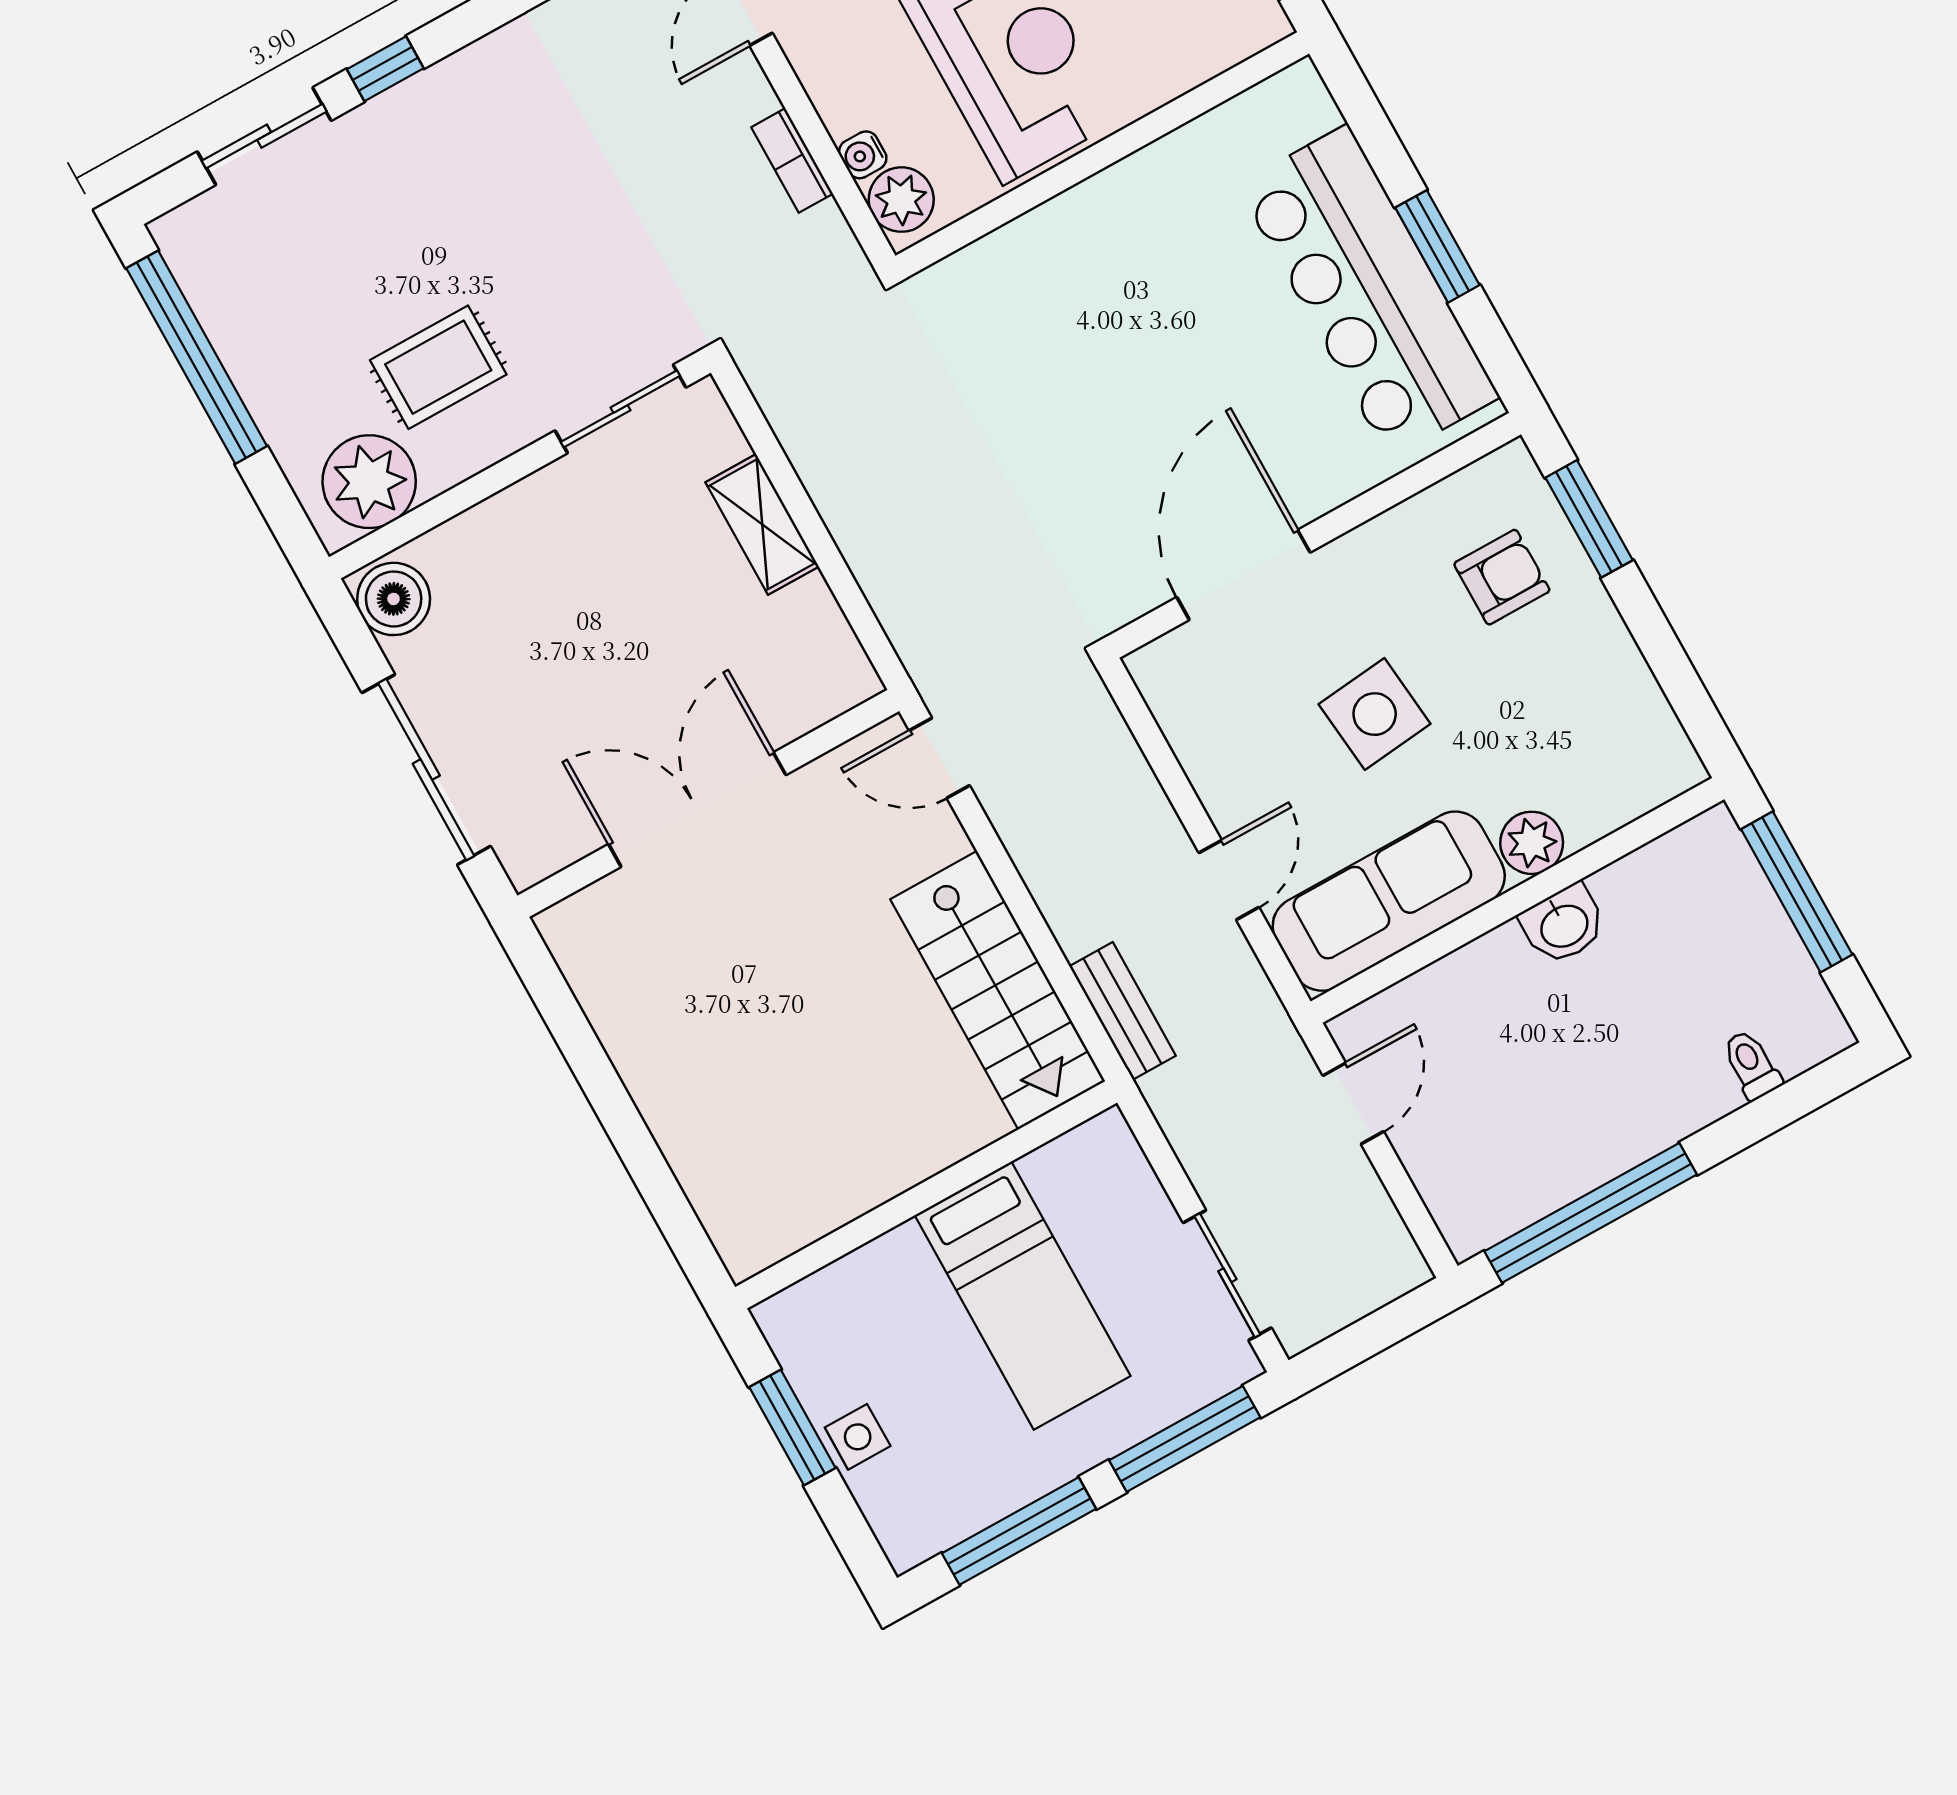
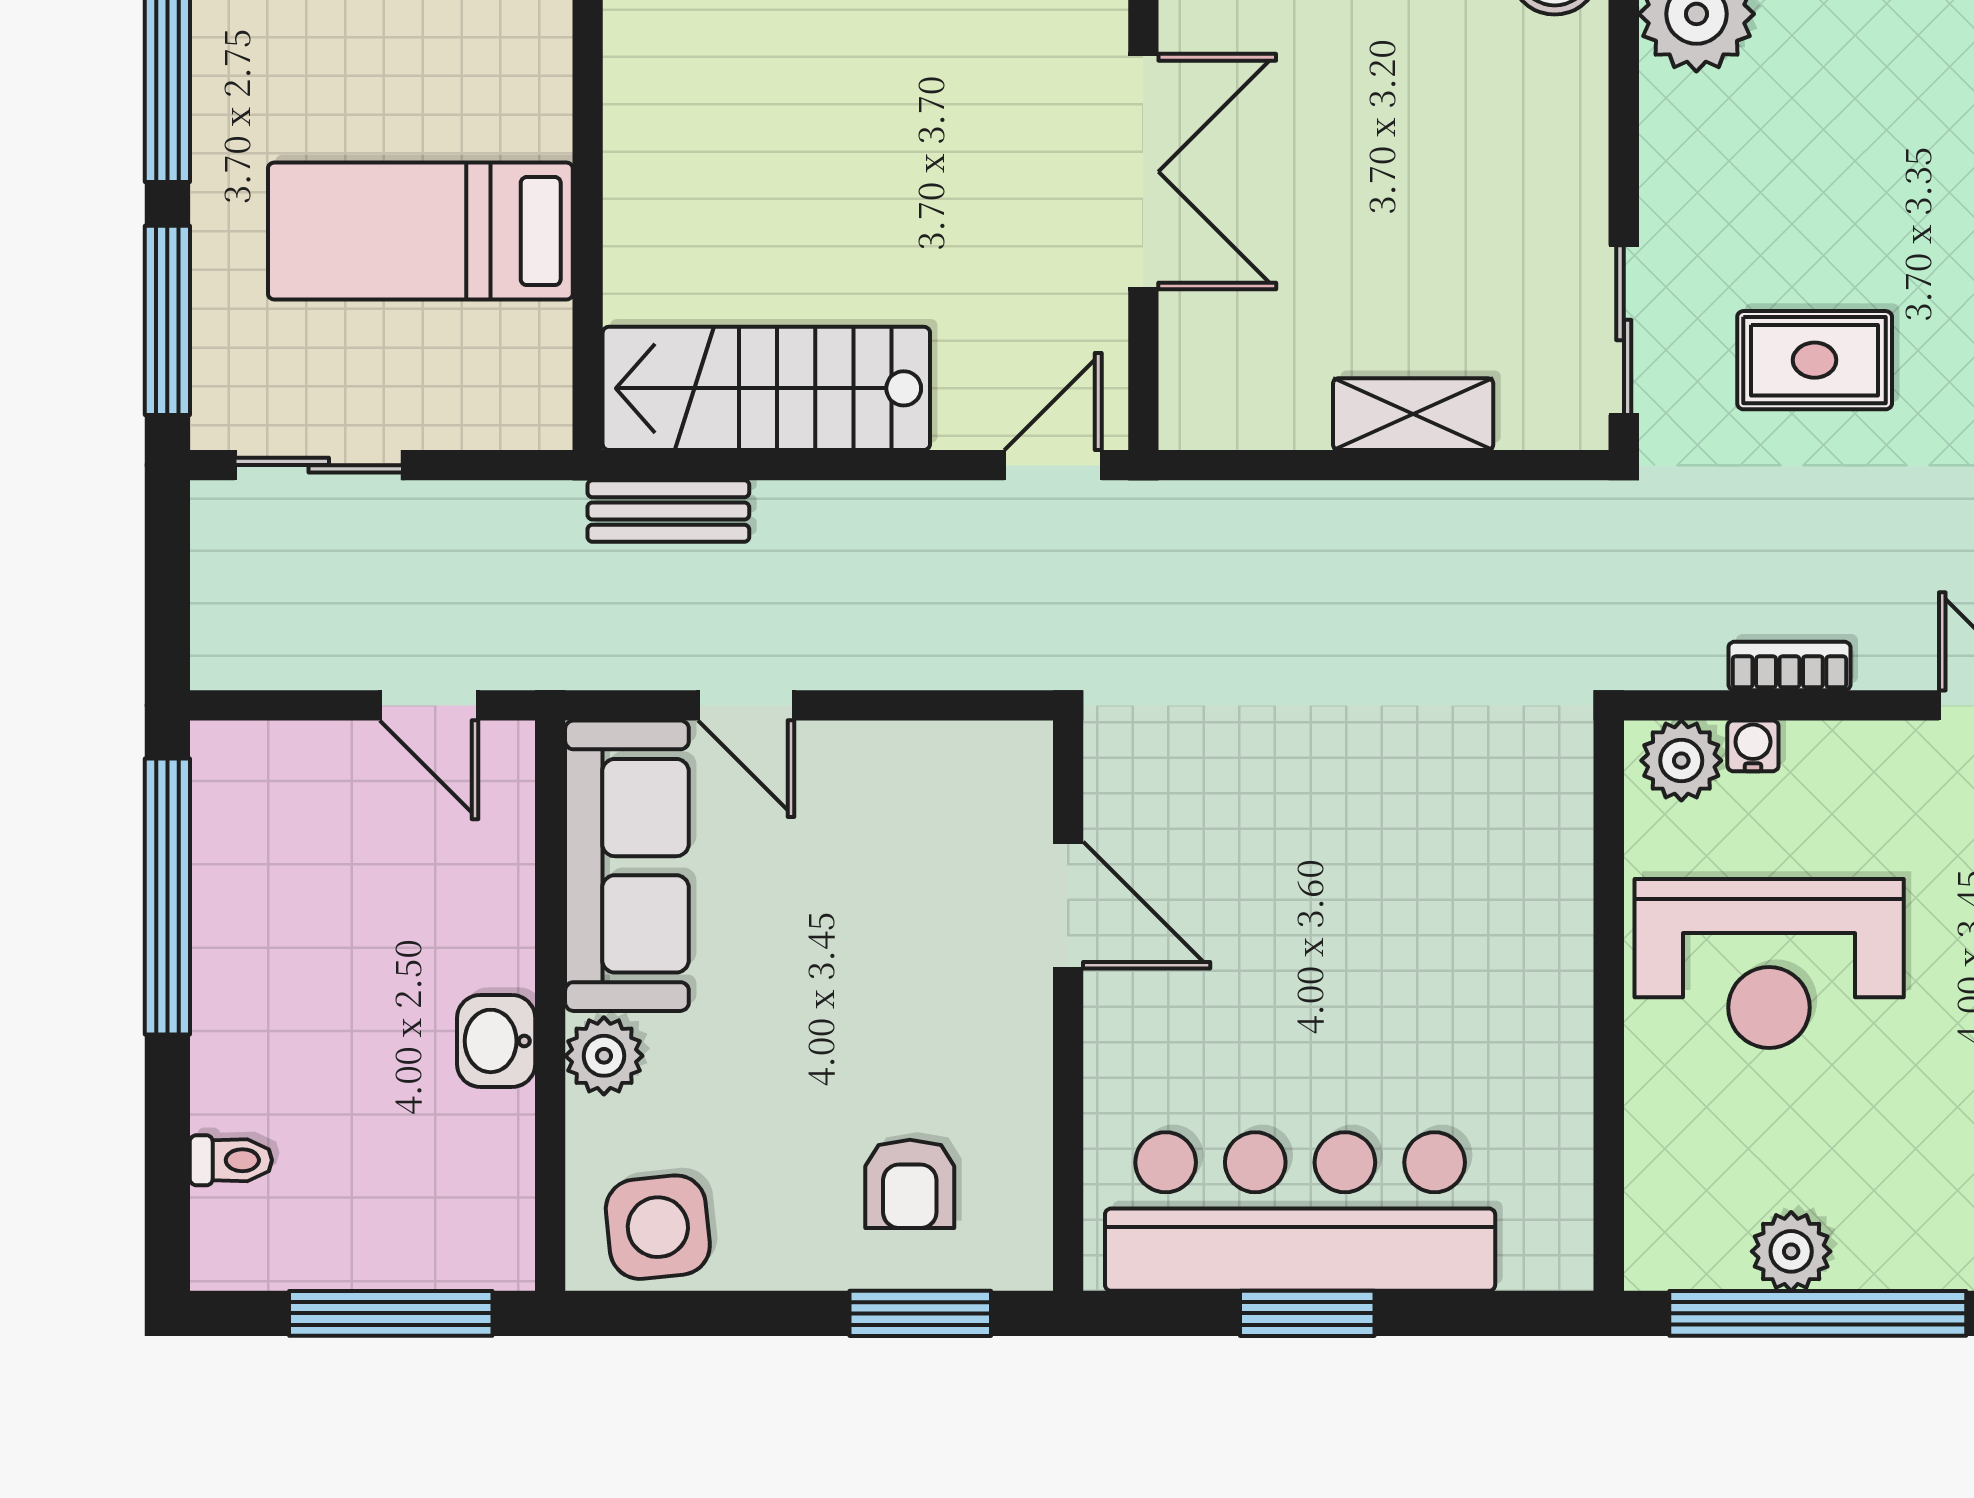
rug: (438, 367) -> (1815, 360), moved, turned 90
door: (1243, 575) -> (1068, 905), width x0.73
side table: (1375, 714) -> (658, 1227), moved

